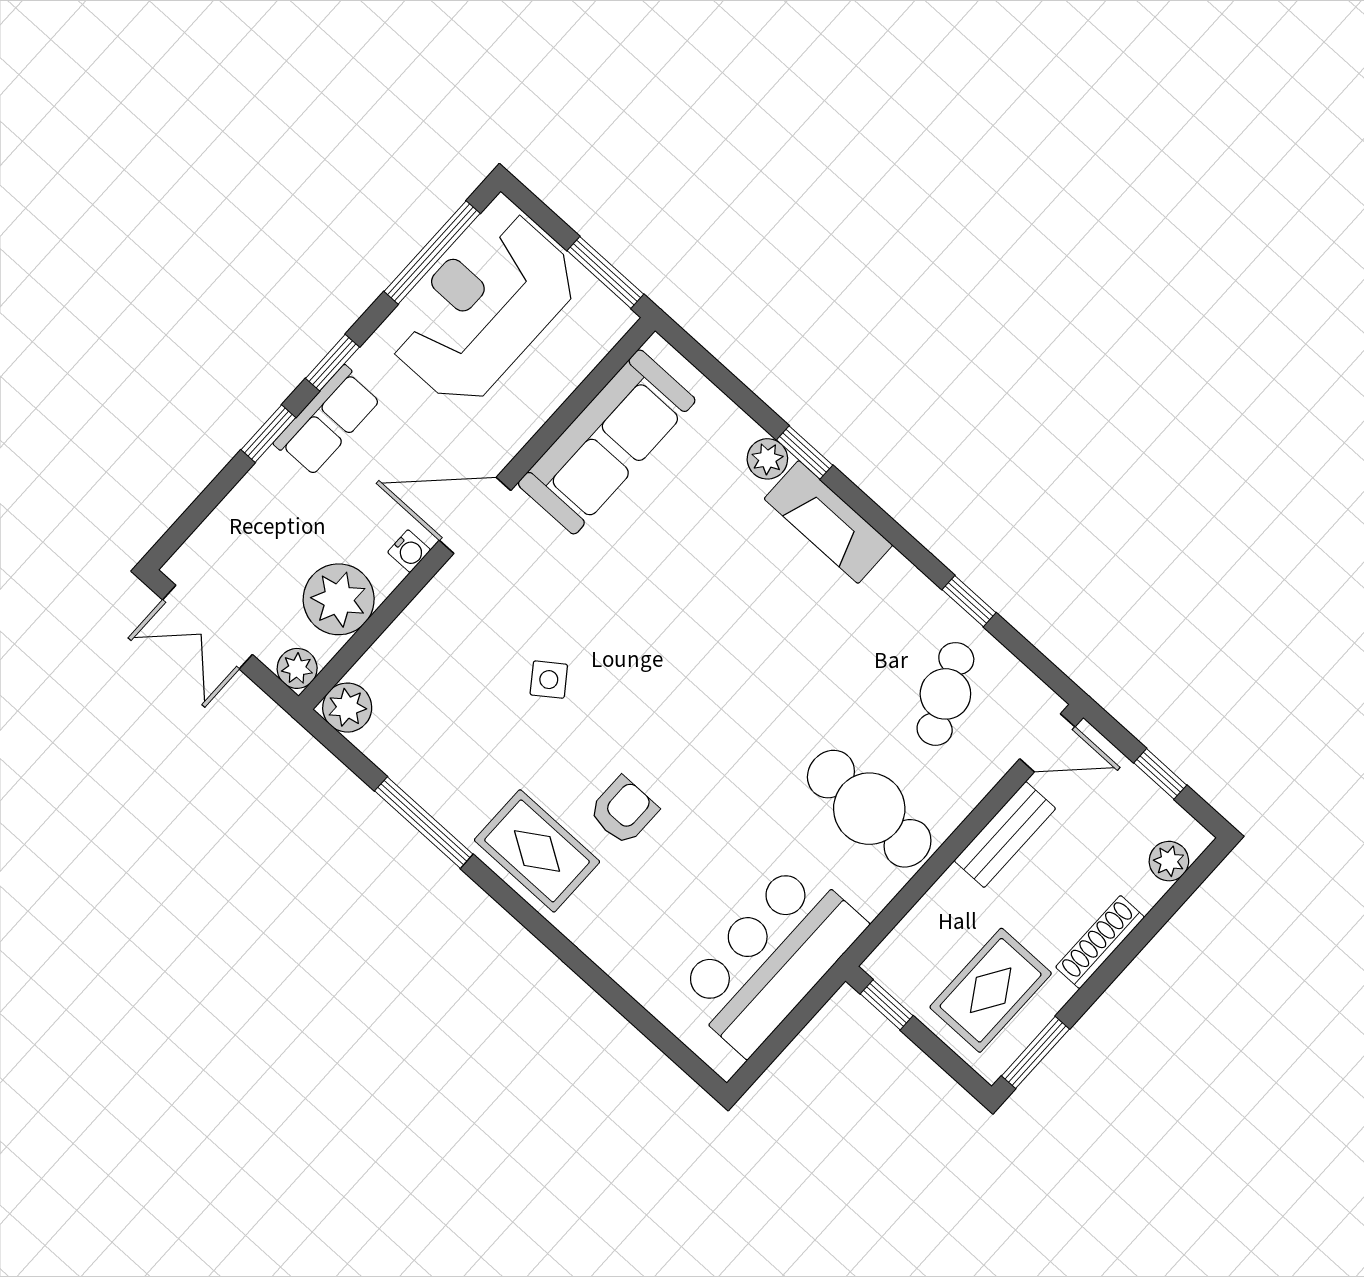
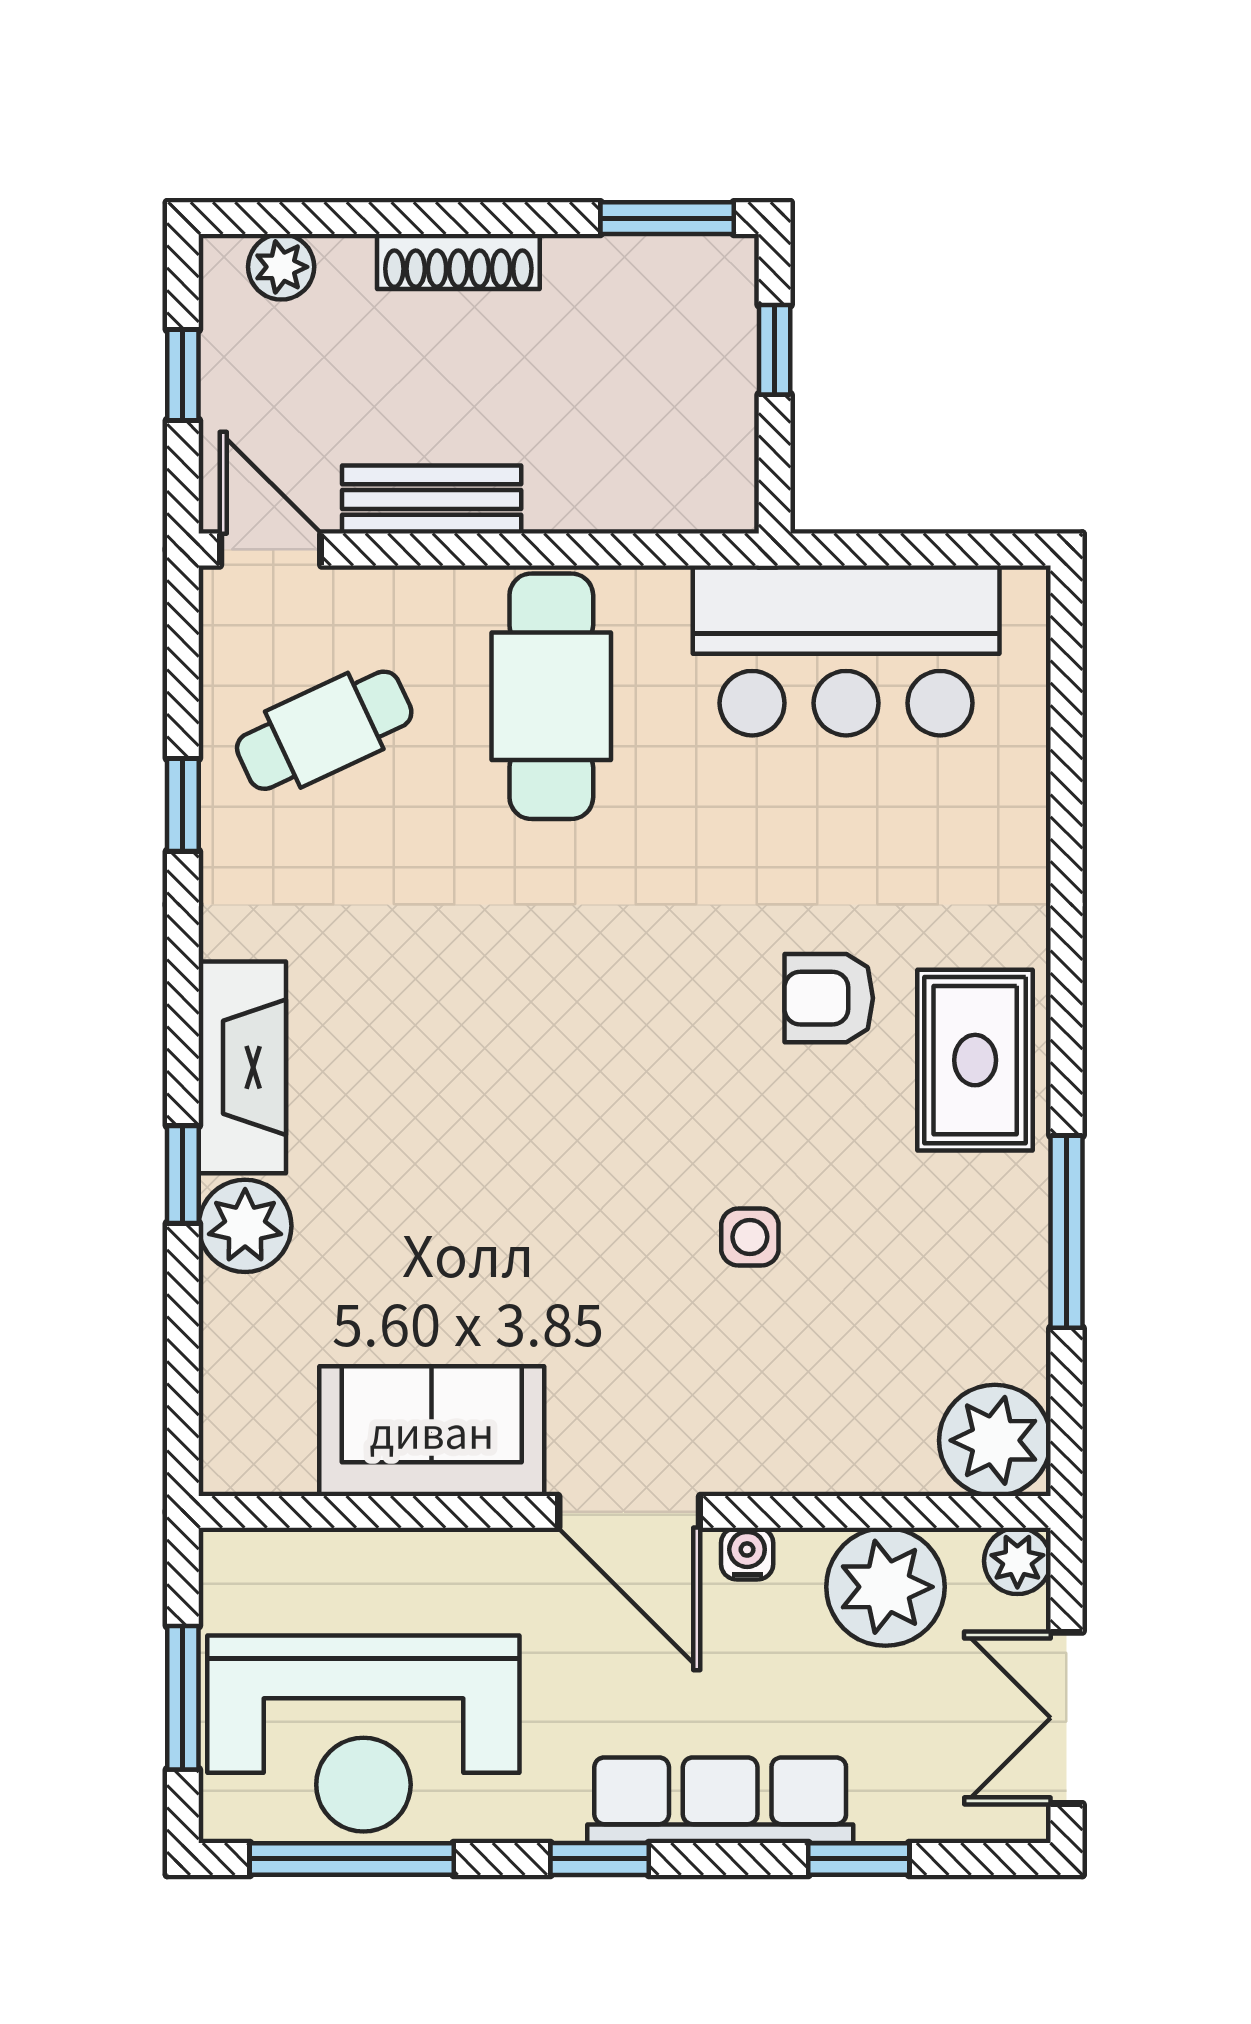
window: (605, 272) -> (183, 1698), moved
row of seats: (327, 421) -> (720, 1800), width x1.48
window: (268, 434) -> (859, 1859), moved
sofa: (607, 442) -> (432, 1431), width x0.73
plant: (767, 459) -> (245, 1226), width x1.38, depth x1.38
double door: (208, 627) -> (1066, 1718), swing flipped
side table: (549, 680) -> (750, 1237), turned 36
plant: (347, 708) -> (995, 1440), width x1.36, depth x1.36
rug: (991, 990) -> (640, 343), removed
window: (887, 1005) -> (775, 350), moved

